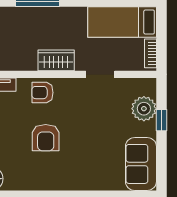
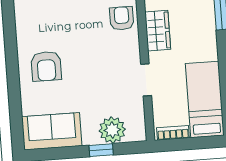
armchair: (46, 138) -> (46, 66), moved, turned -90

